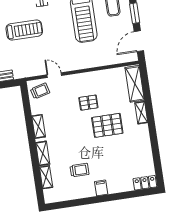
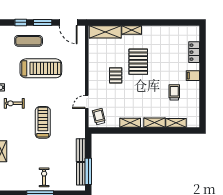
locker: (145, 183) -> (194, 52), moved

